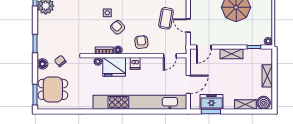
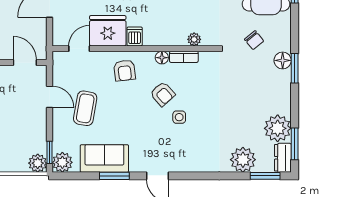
door: (204, 47) -> (25, 62), hinge flipped
floor lamp: (42, 64) -> (283, 60), moved
fridge: (114, 67) -> (108, 31), moved

